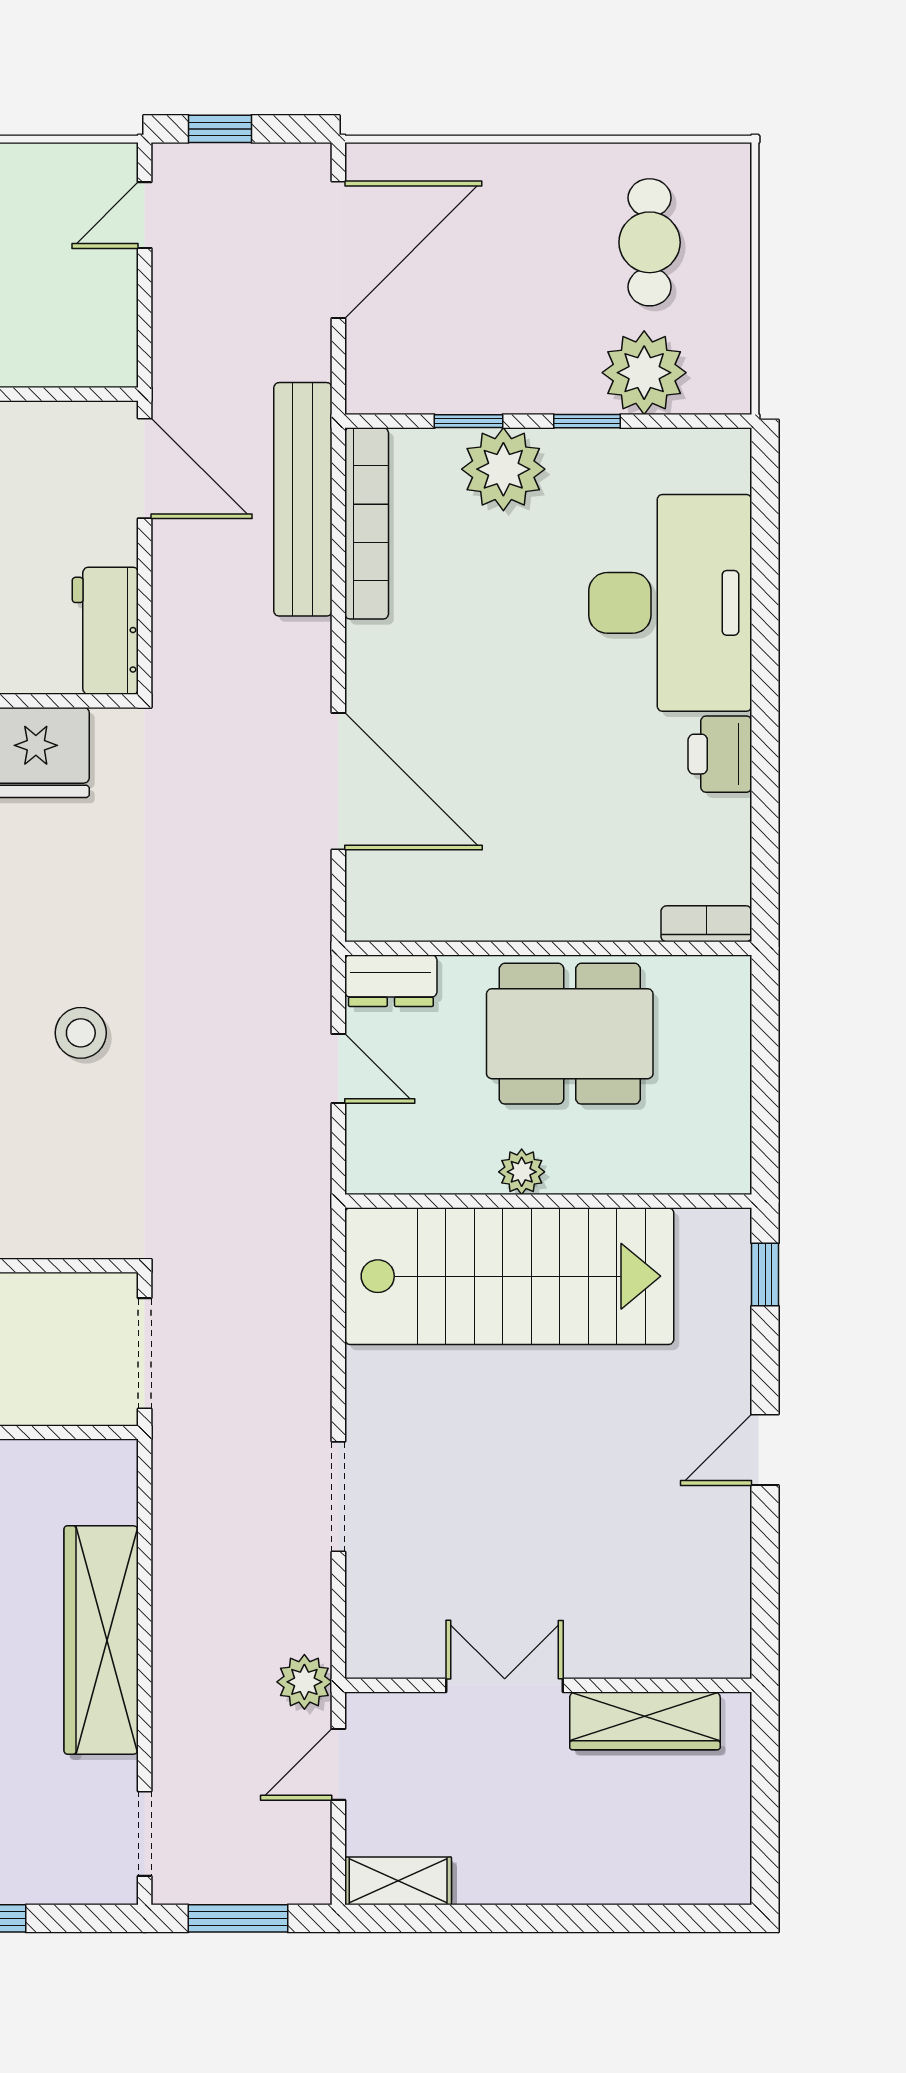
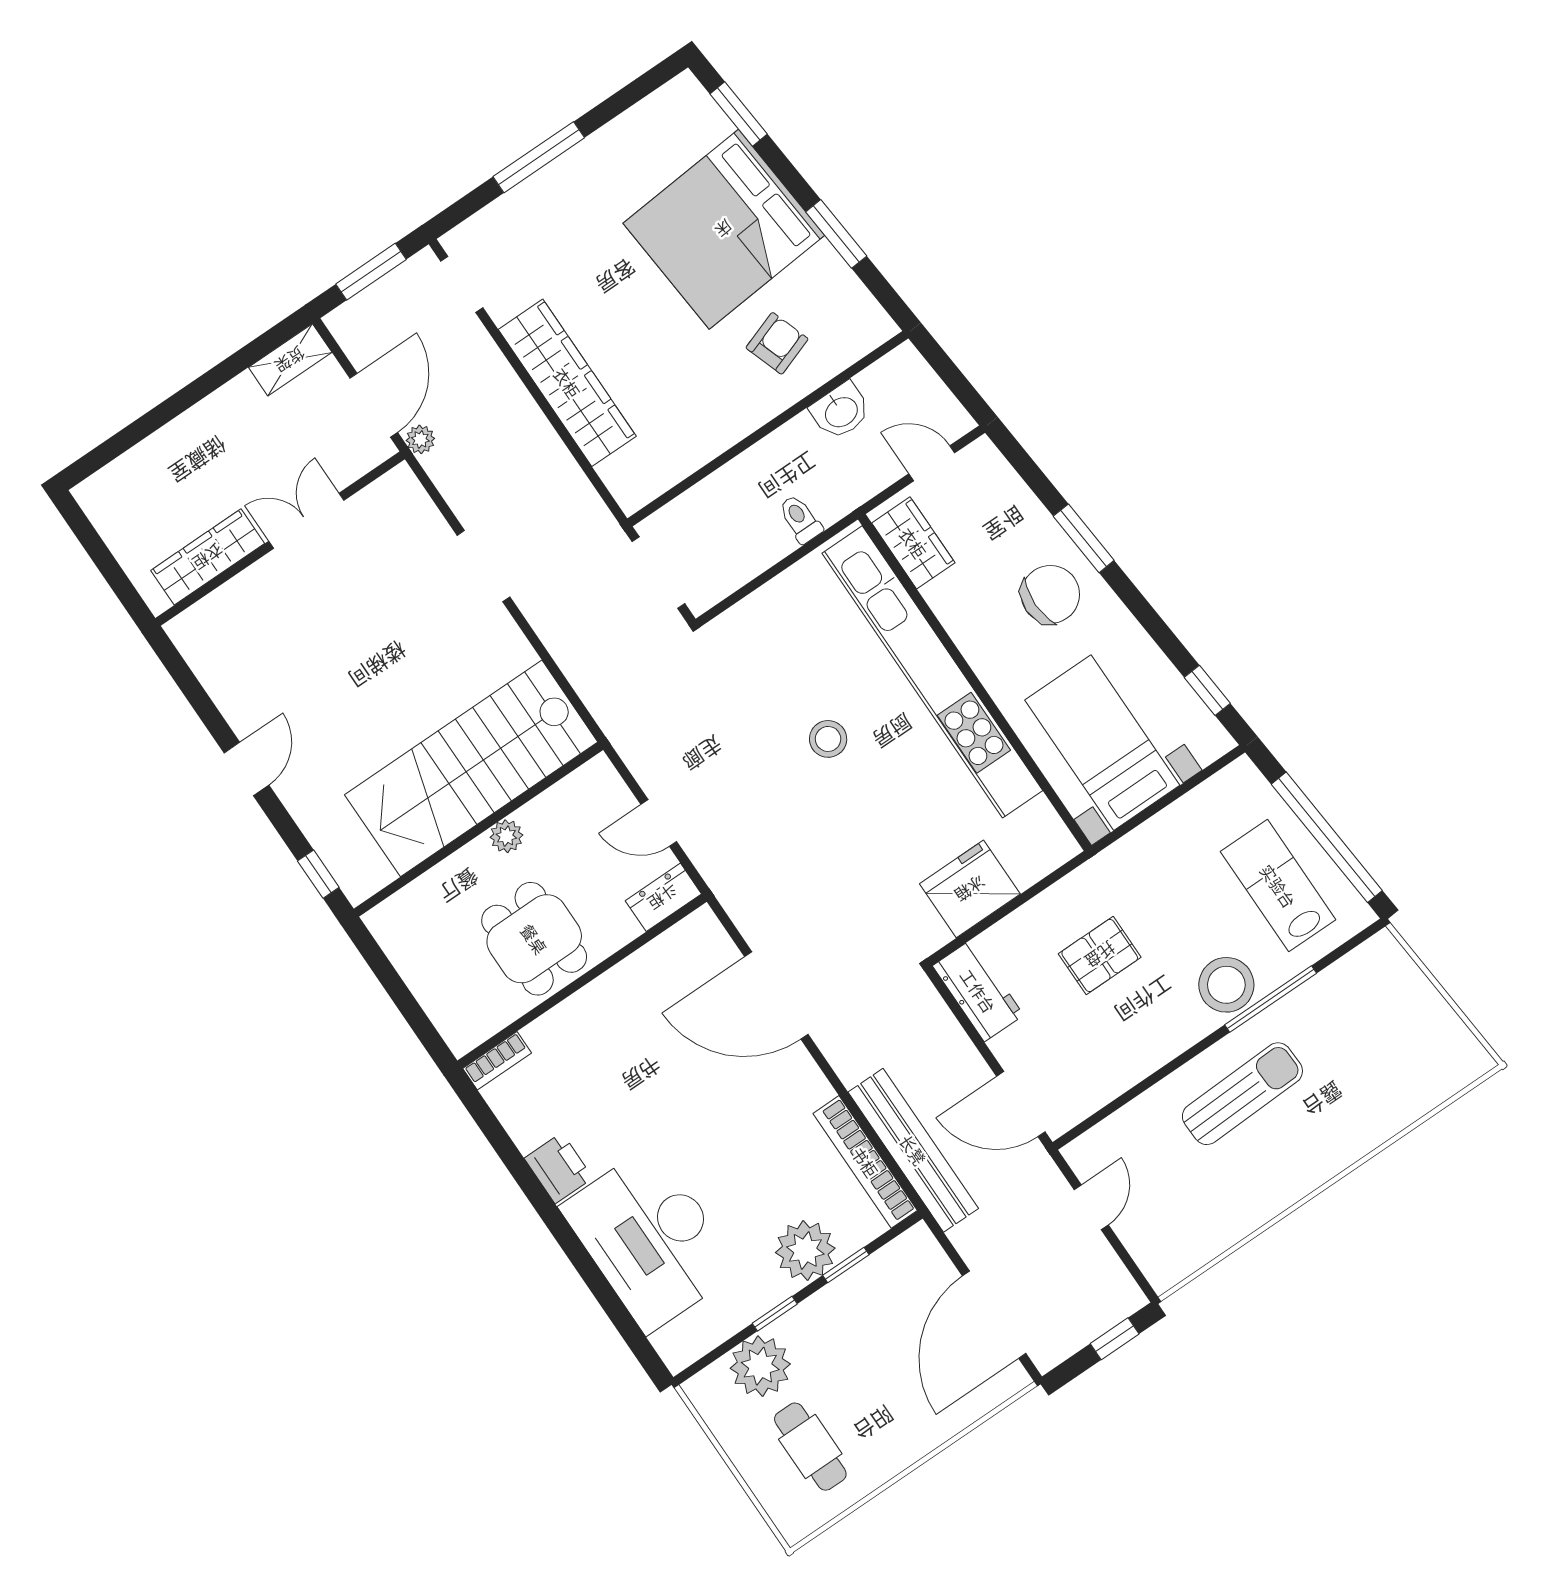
door: (145, 215) -> (1091, 1207), moved
dining table: (570, 1034) -> (534, 939), width x0.73
plant: (304, 1682) -> (420, 439), width x0.73, depth x0.73
double door: (505, 1685) -> (306, 521), swing flipped
door: (338, 1764) -> (374, 405), width x1.38

